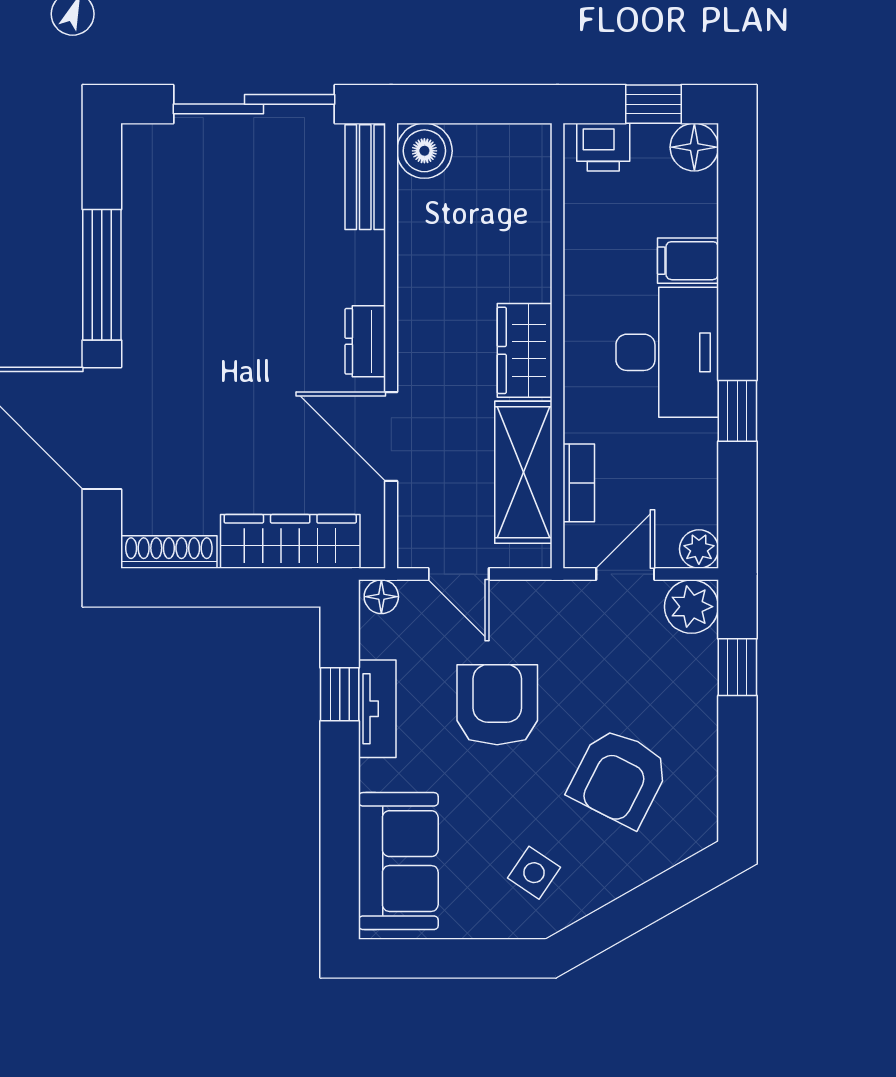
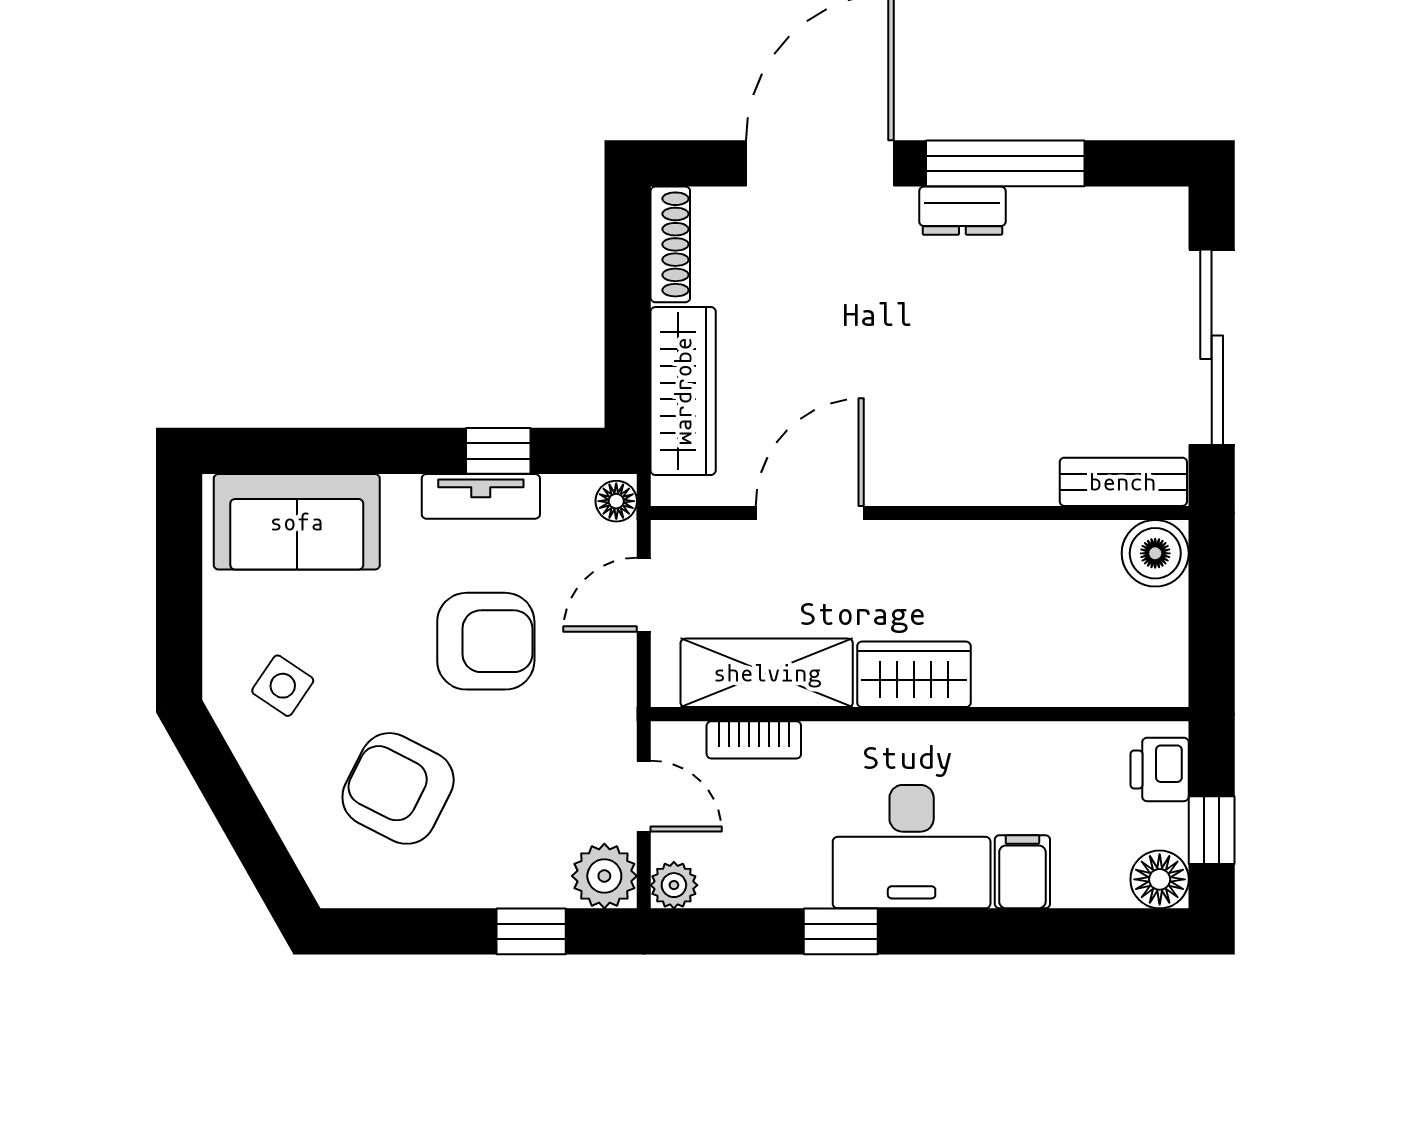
dresser: (365, 341) -> (962, 211), moved, turned 180

